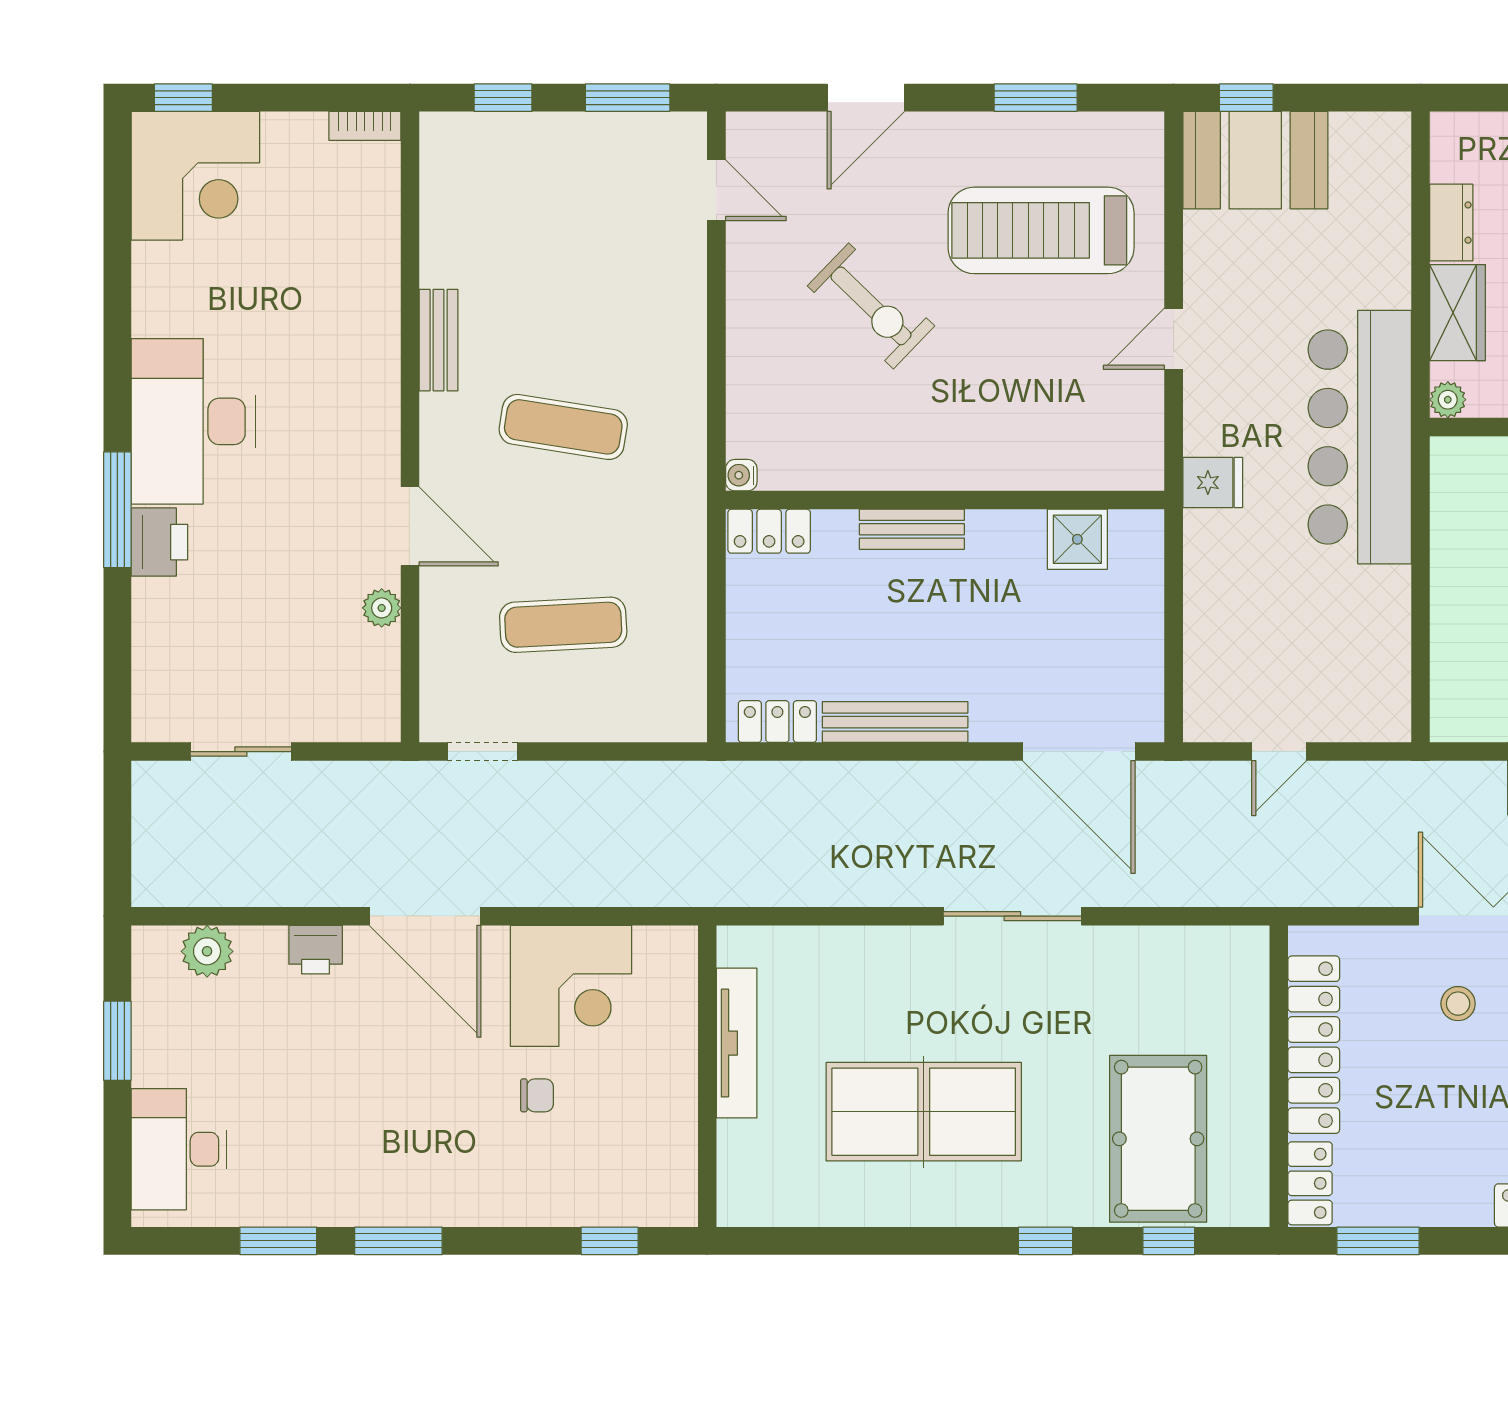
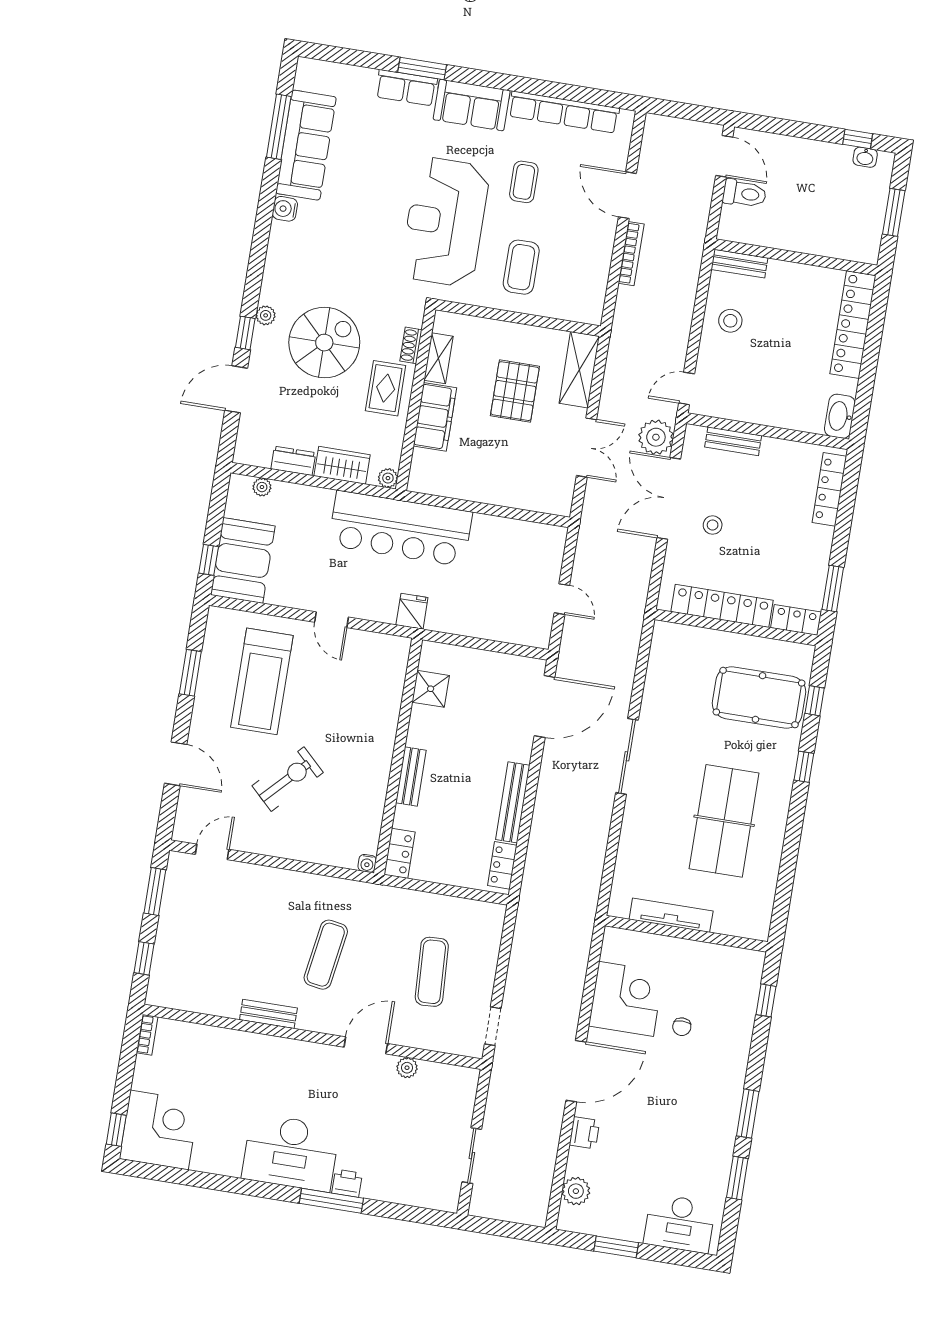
plant: (1394, 173) -> (262, 487), added
printer: (159, 542) -> (347, 1183), width x0.73, depth x0.81
chair: (537, 1095) -> (682, 1027), turned 180

